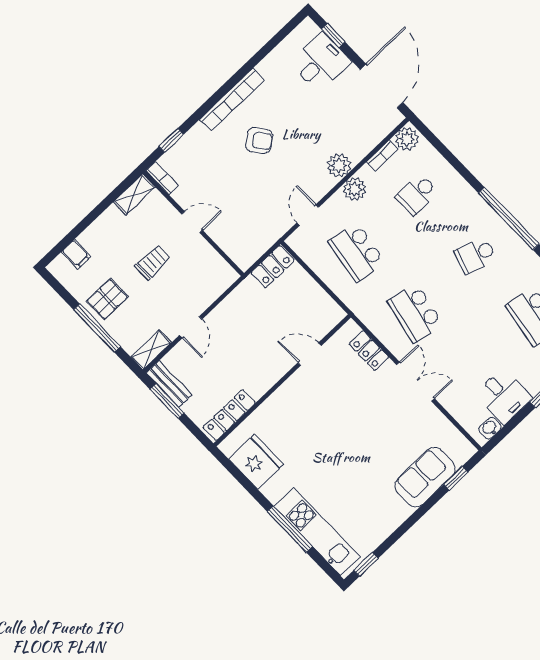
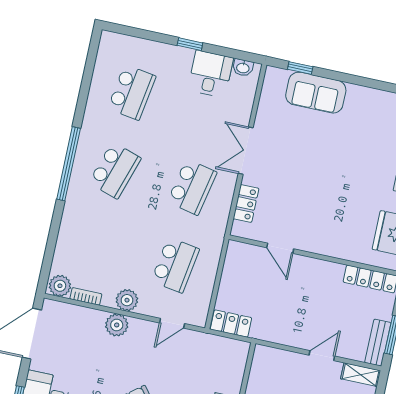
school desk: (417, 194) -> (98, 248), removed
school desk: (475, 255) -> (115, 170), width x1.85

